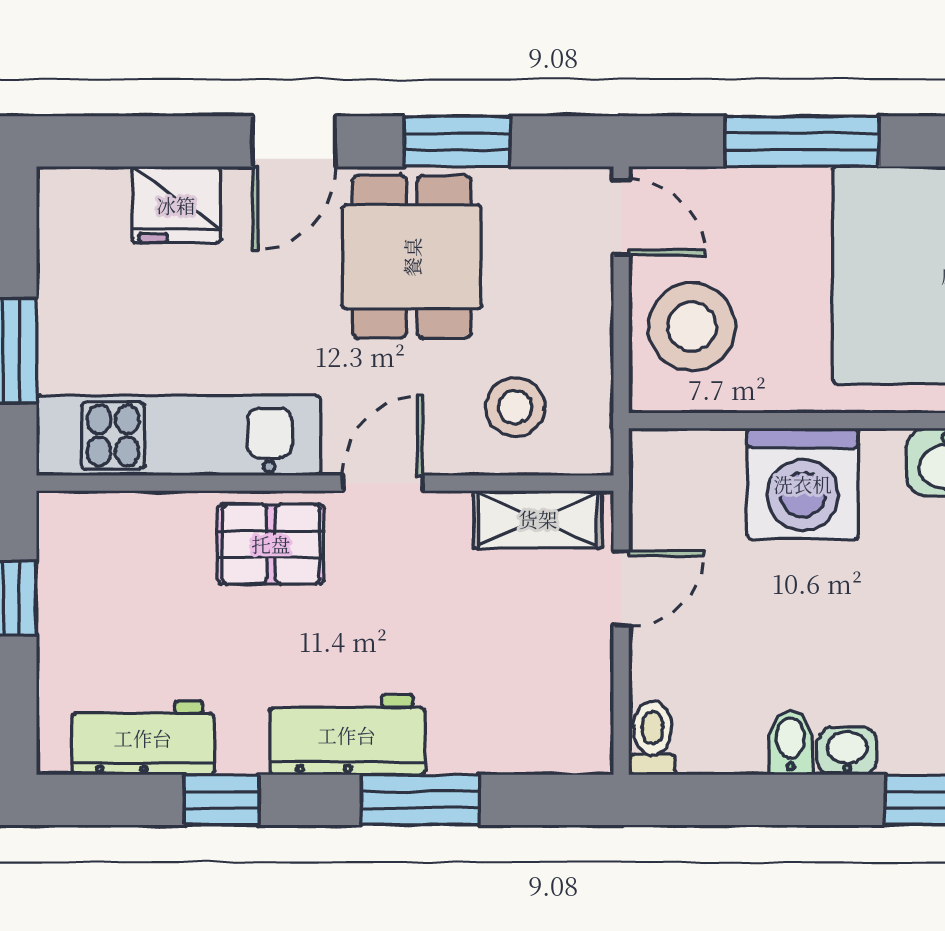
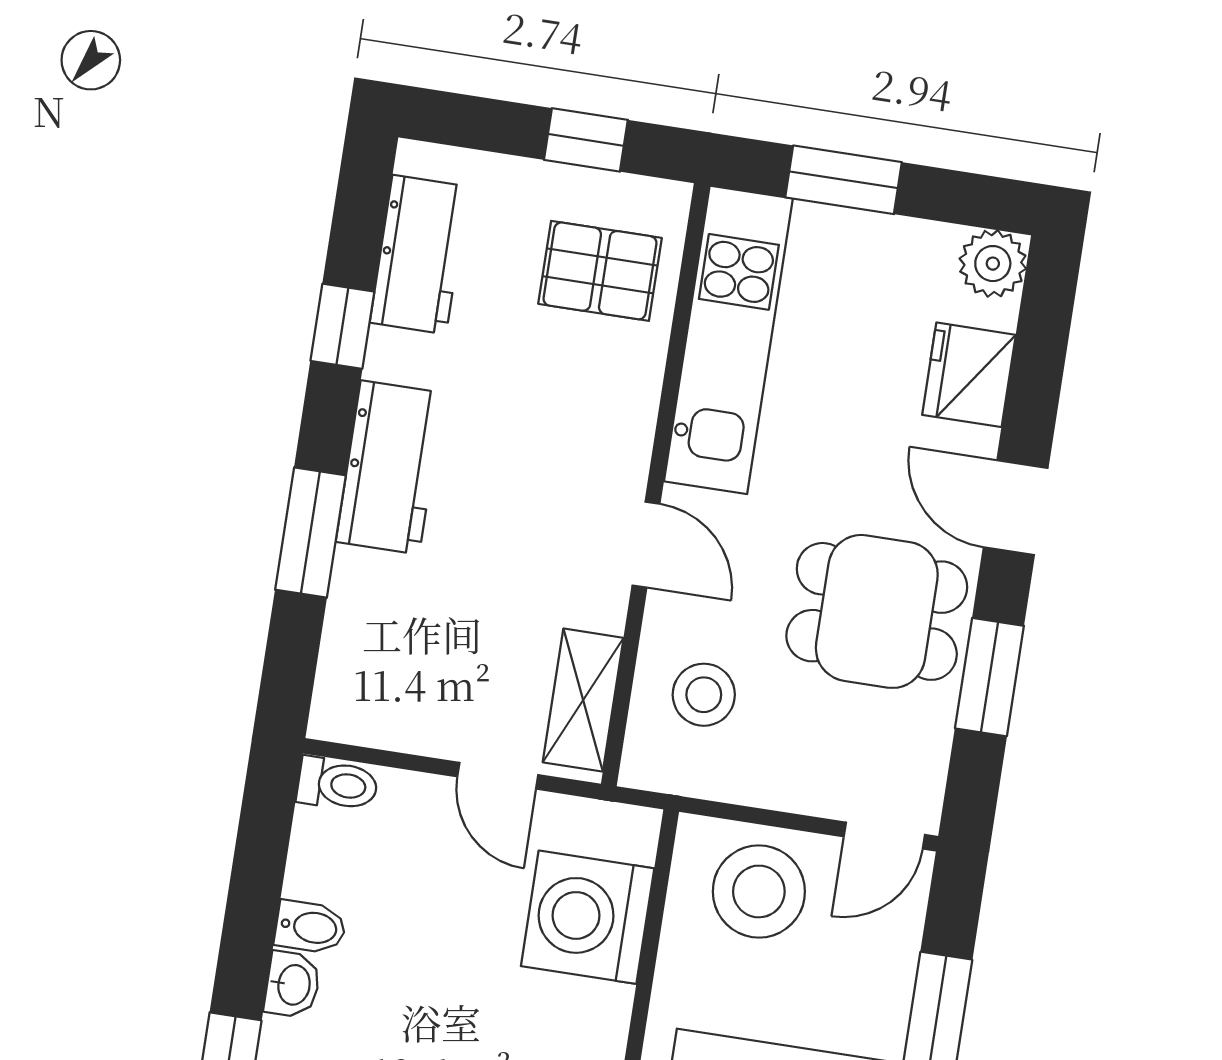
plant: (68, 198) -> (993, 264), added
washing machine: (803, 484) -> (588, 917), moved
pallet: (271, 544) -> (600, 271), moved, turned 90

